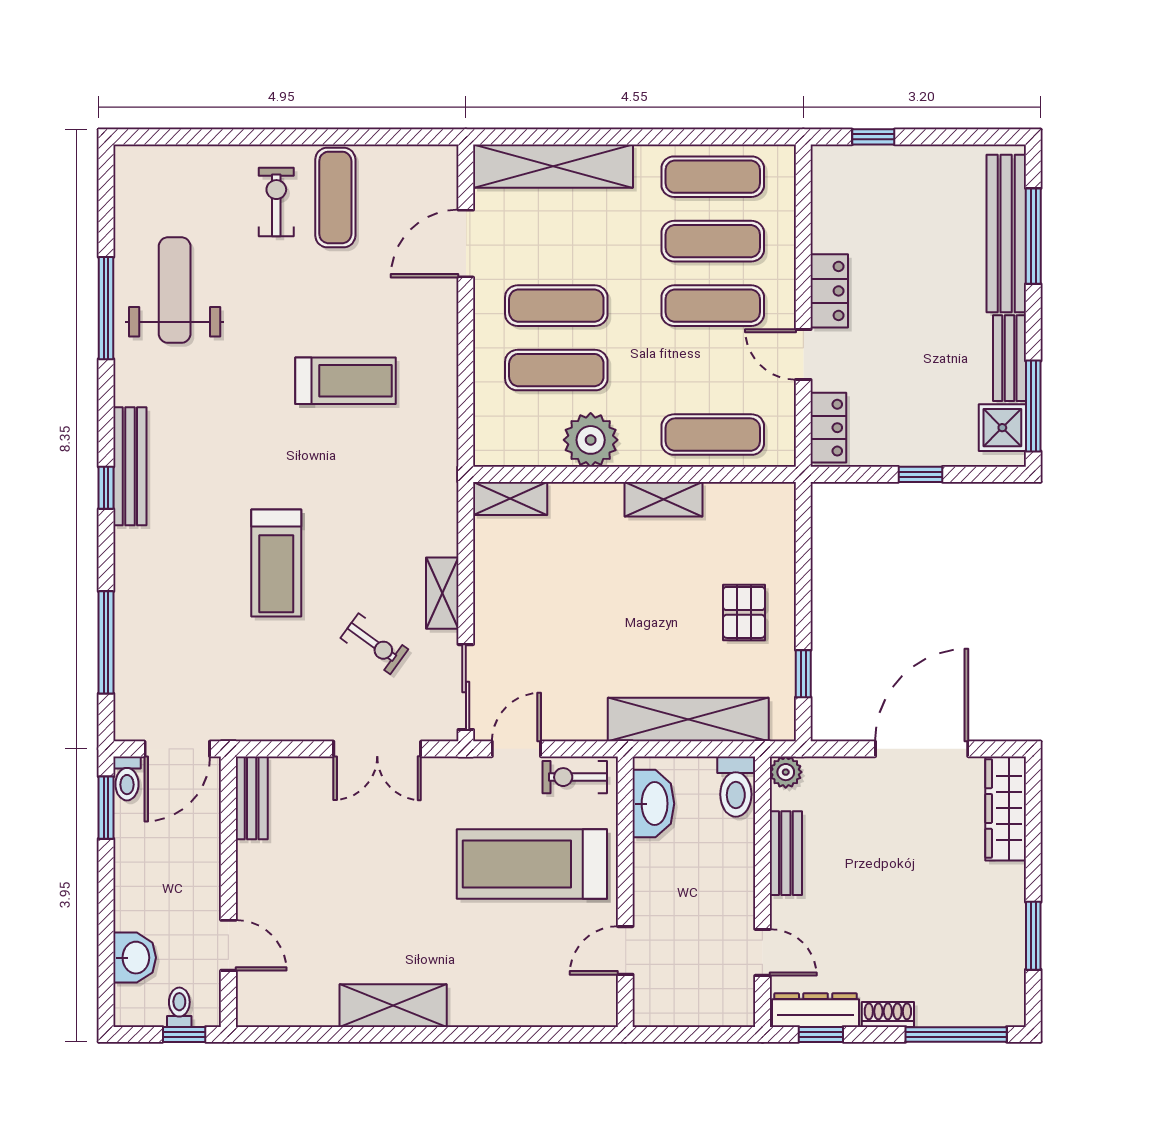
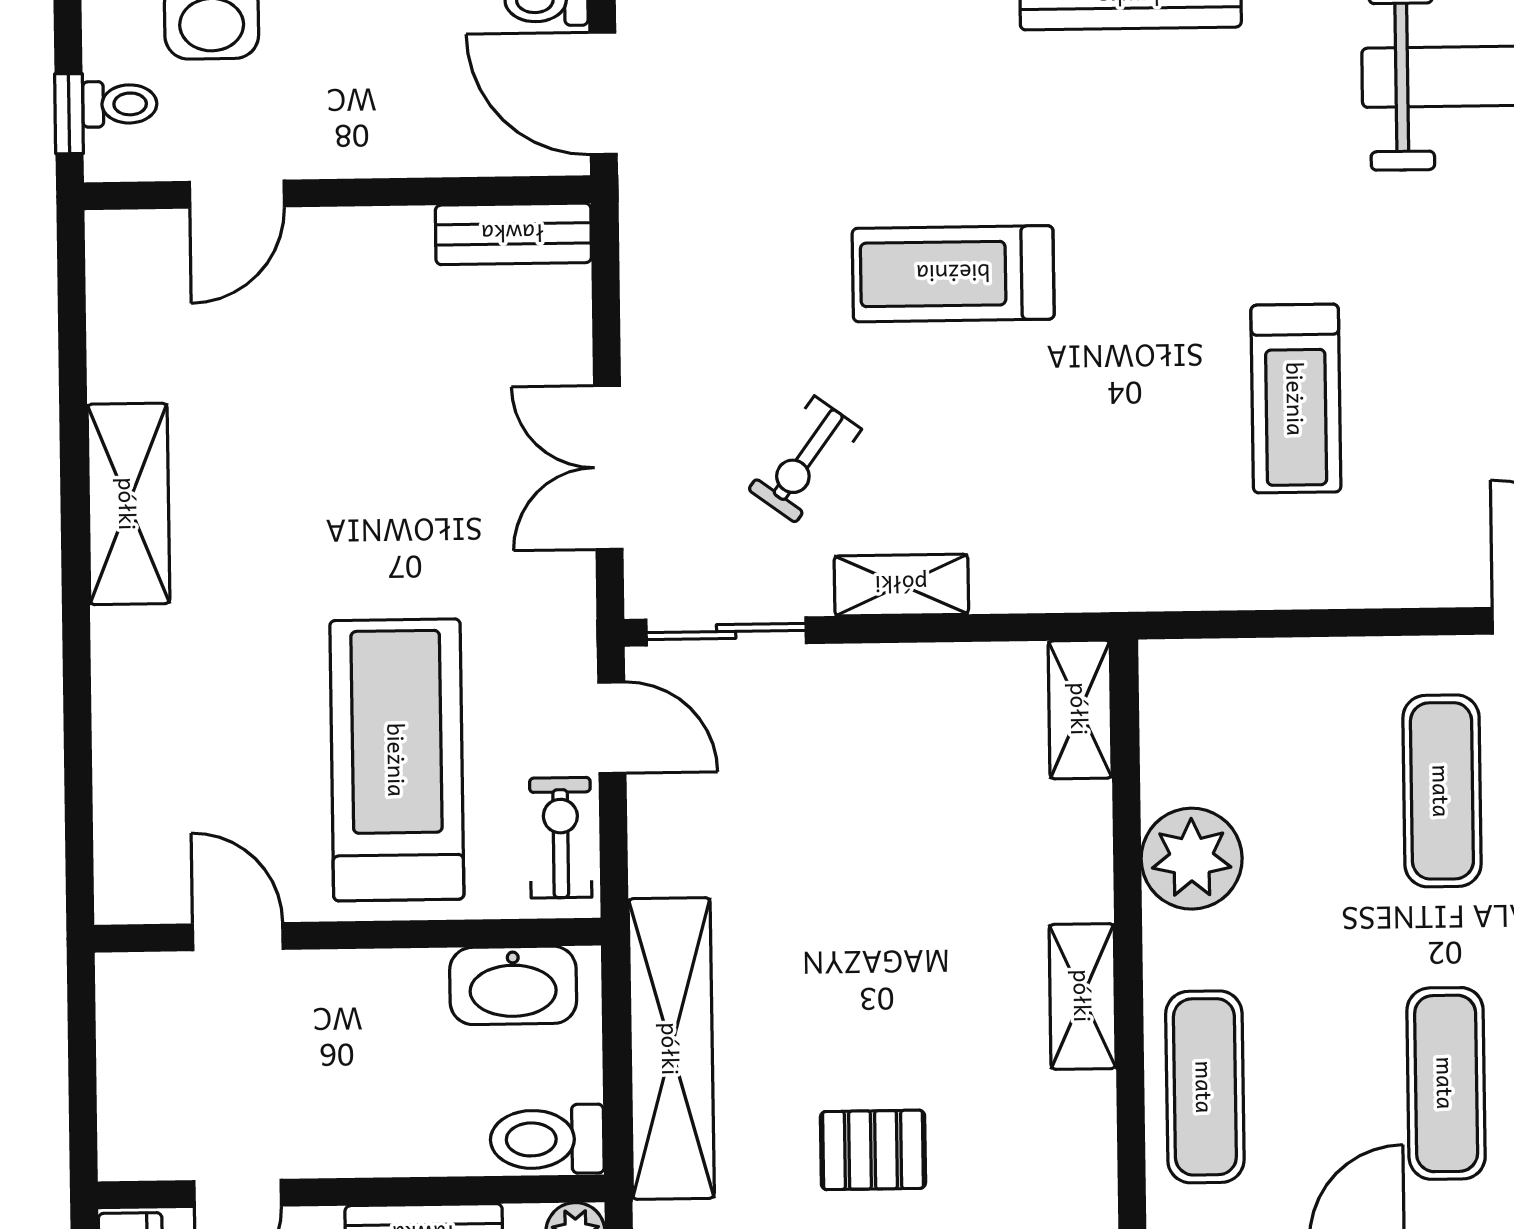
exercise mat: (556, 370) -> (1321, 793), removed

